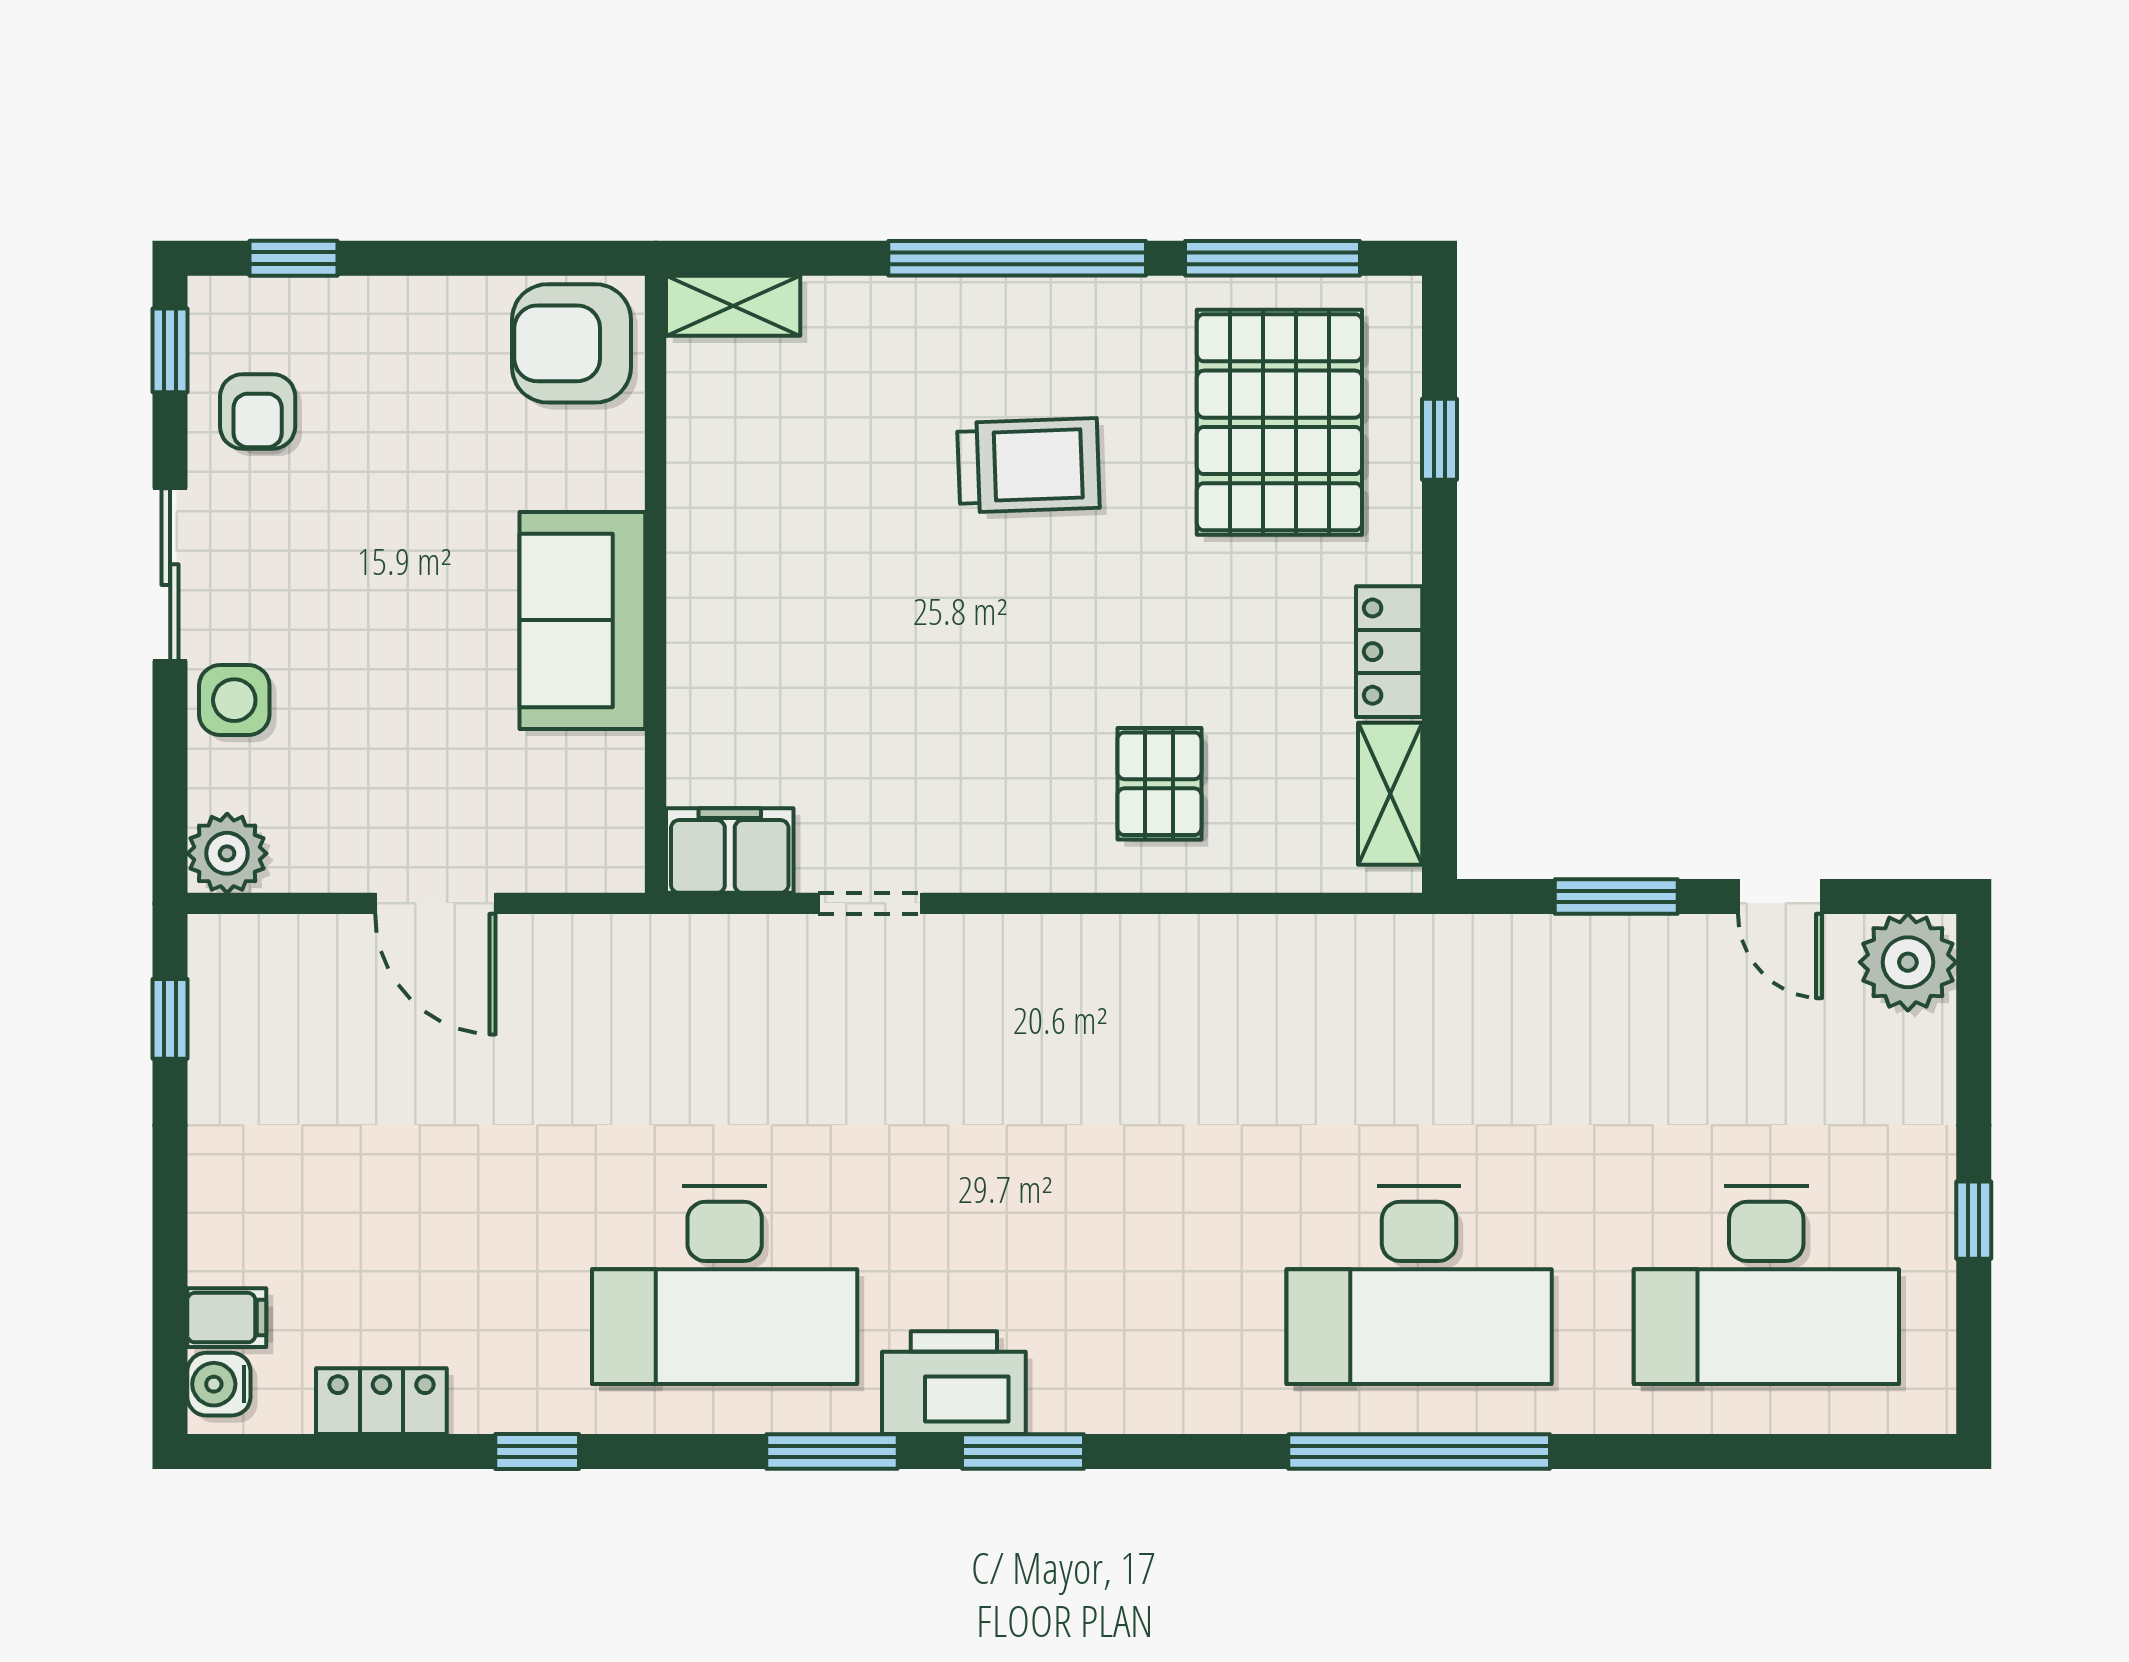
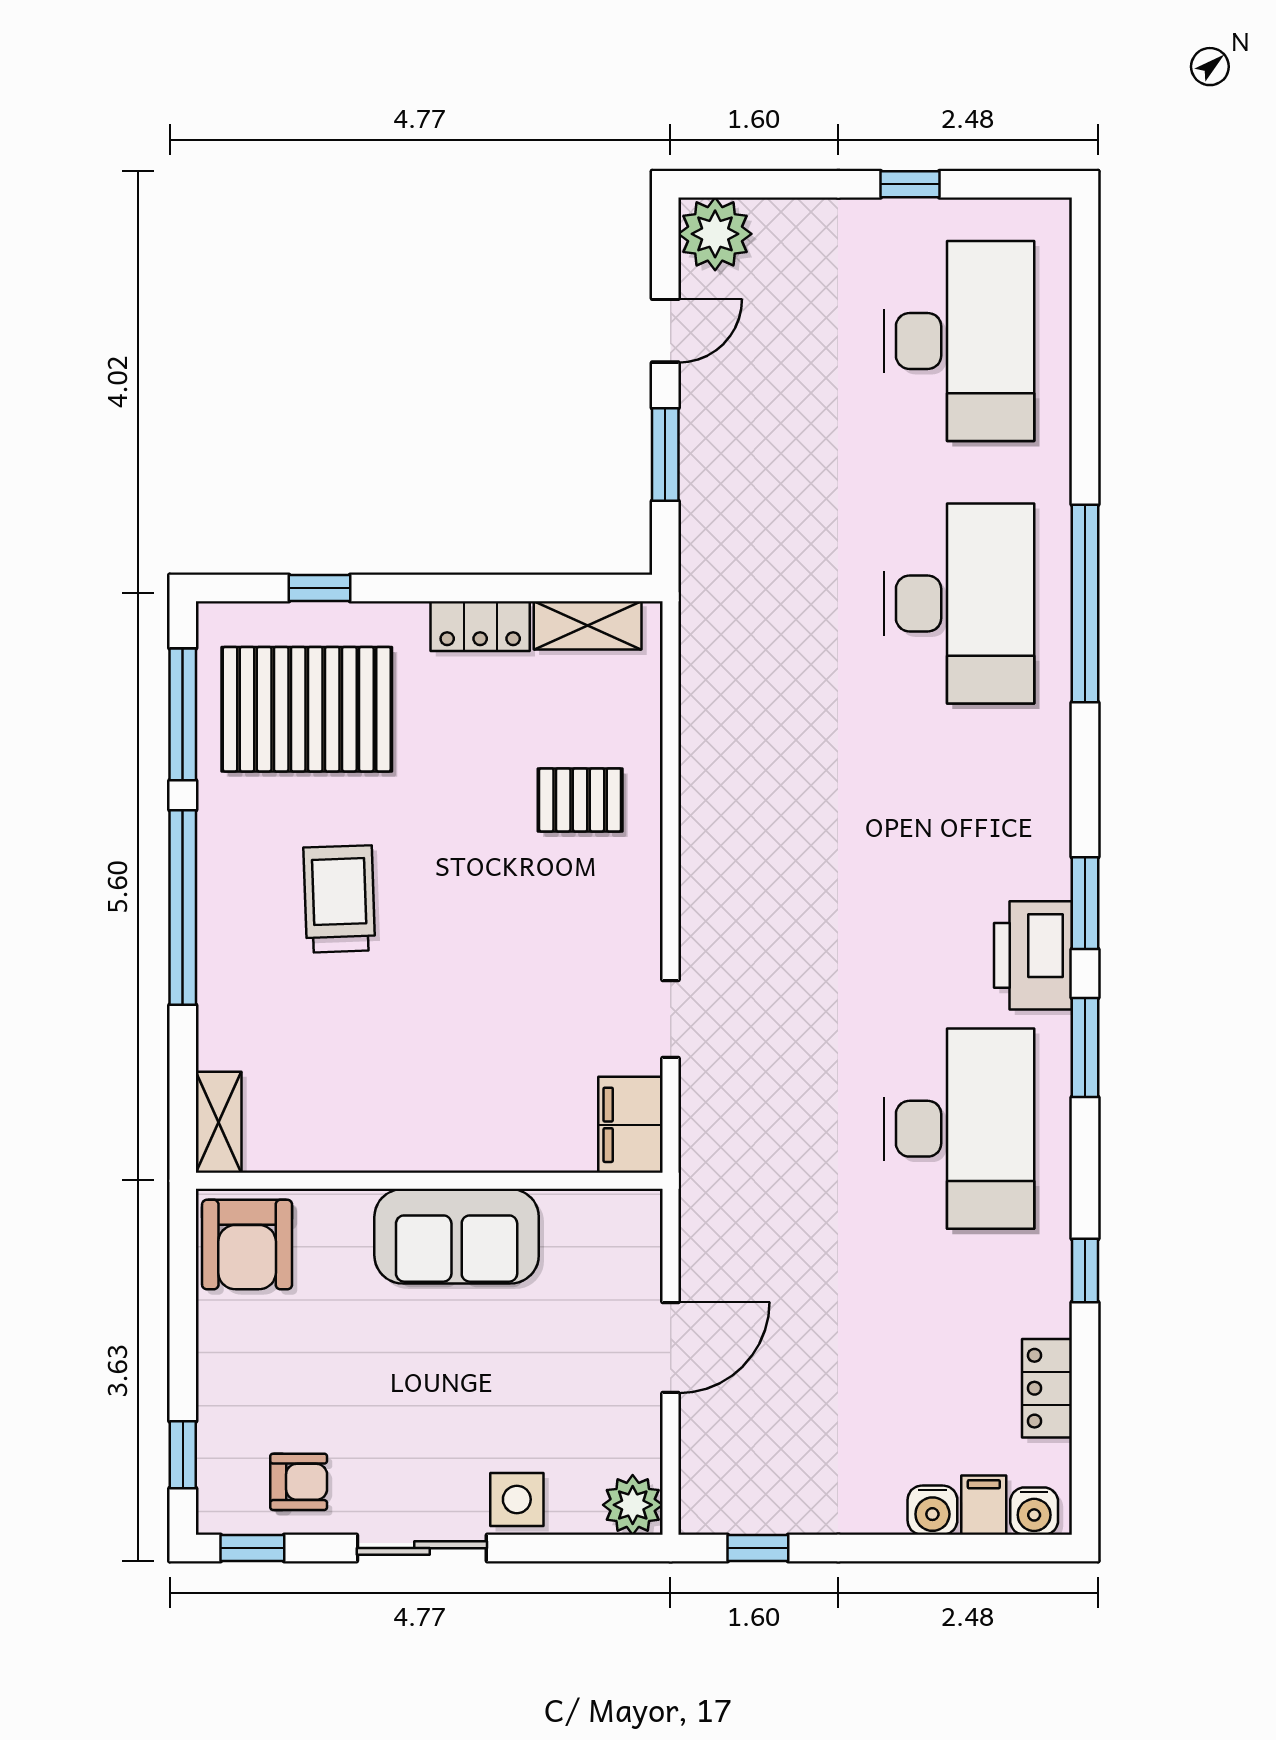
water cooler: (220, 1250) -> (932, 1510), added

